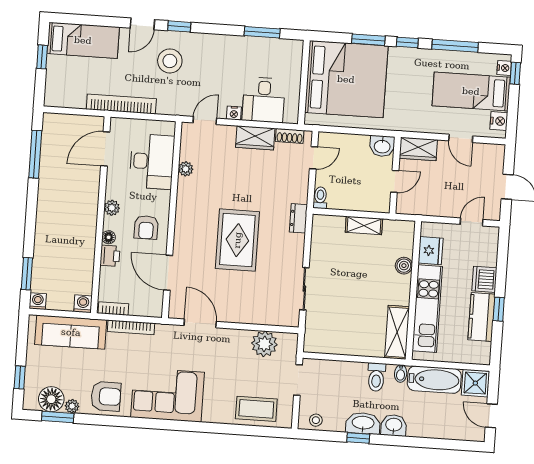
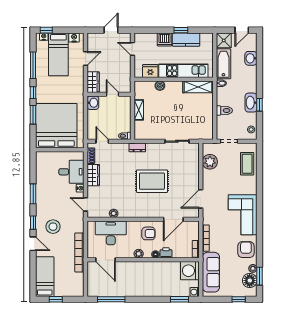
window: (262, 32) -> (33, 194), moved
washing machine: (83, 304) -> (190, 271), width x1.89, depth x1.89
toilet: (376, 377) -> (224, 110), moved
washbasin: (394, 425) -> (251, 58), moved

